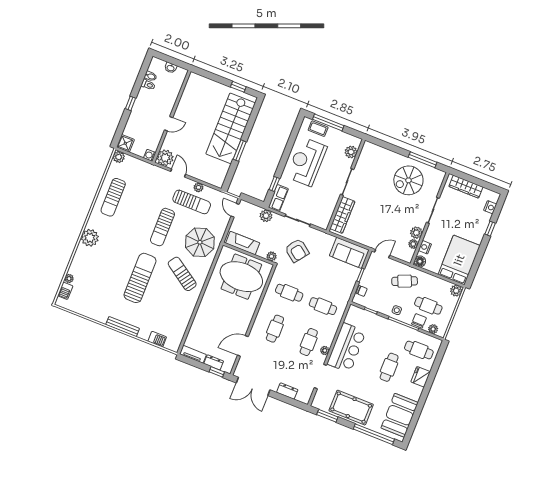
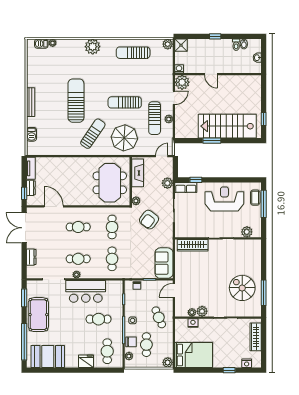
door: (382, 254) -> (174, 290), swing flipped
floor lamp: (420, 261) -> (180, 323), removed
sun lounger: (140, 278) -> (76, 101), turned -90
cafe table: (389, 367) -> (99, 319), moved

